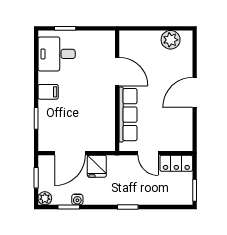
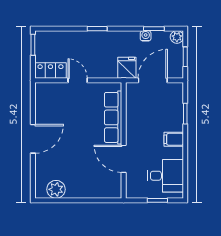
door: (117, 72) -> (124, 159), moved
wall: (117, 91) -> (124, 140), moved
row of seats: (128, 115) -> (113, 117), moved

